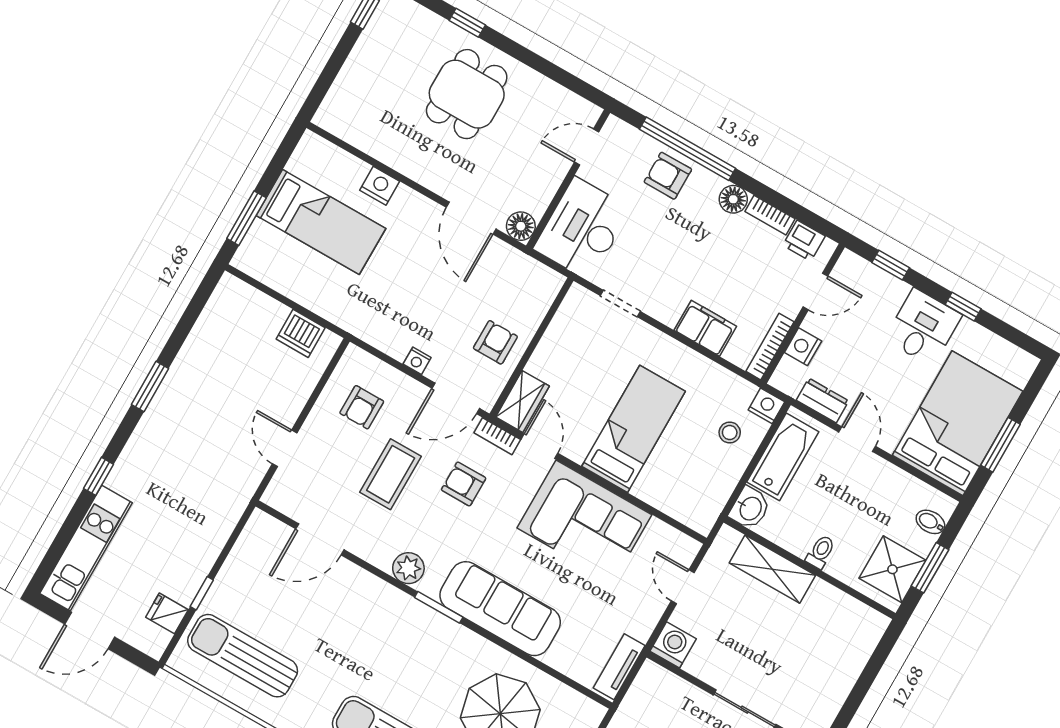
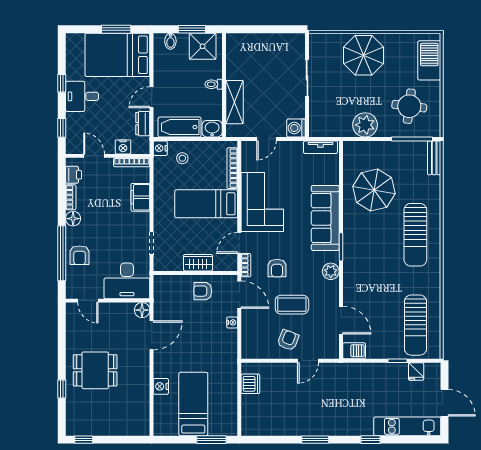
wardrobe: (522, 401) -> (198, 263), moved
armchair: (362, 407) -> (288, 340), moved, turned -69
bookcase: (667, 504) -> (232, 168), added
barbecue: (258, 532) -> (354, 351), added

